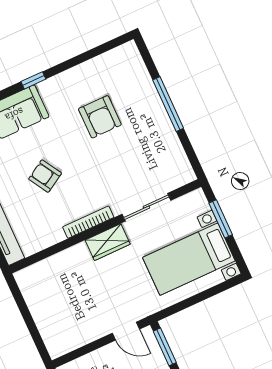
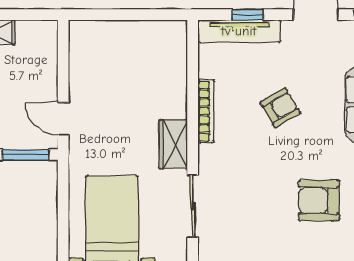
bookcase: (88, 222) -> (206, 111), moved
door: (126, 331) -> (63, 119), hinge flipped

